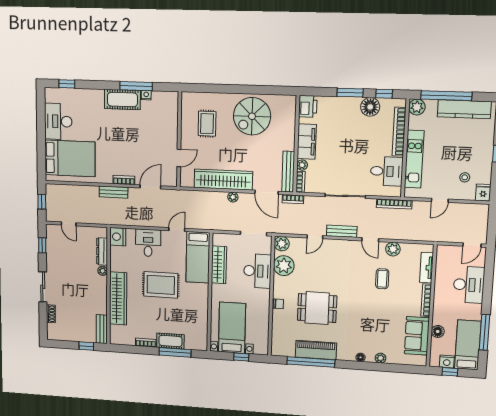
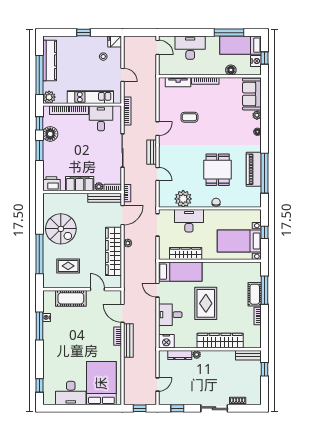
window: (222, 89) -> (39, 254), added
cot: (122, 100) -> (71, 298), moved, turned 90
bench: (114, 192) -> (128, 340), width x1.36
plant: (282, 244) -> (165, 201), removed
plant: (393, 249) -> (164, 110), removed
sofa: (417, 336) -> (252, 94), moved, turned 90

